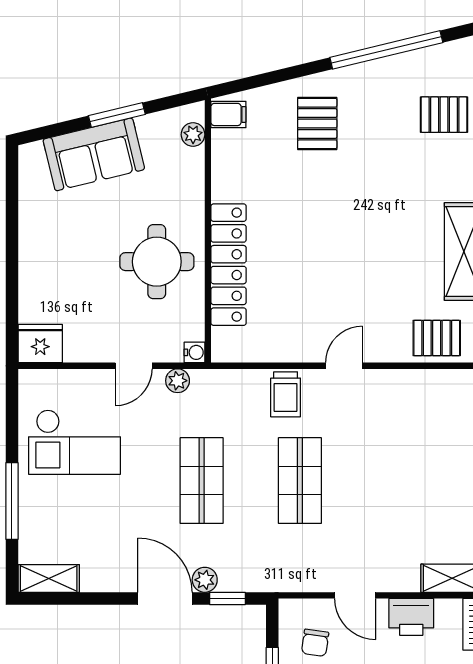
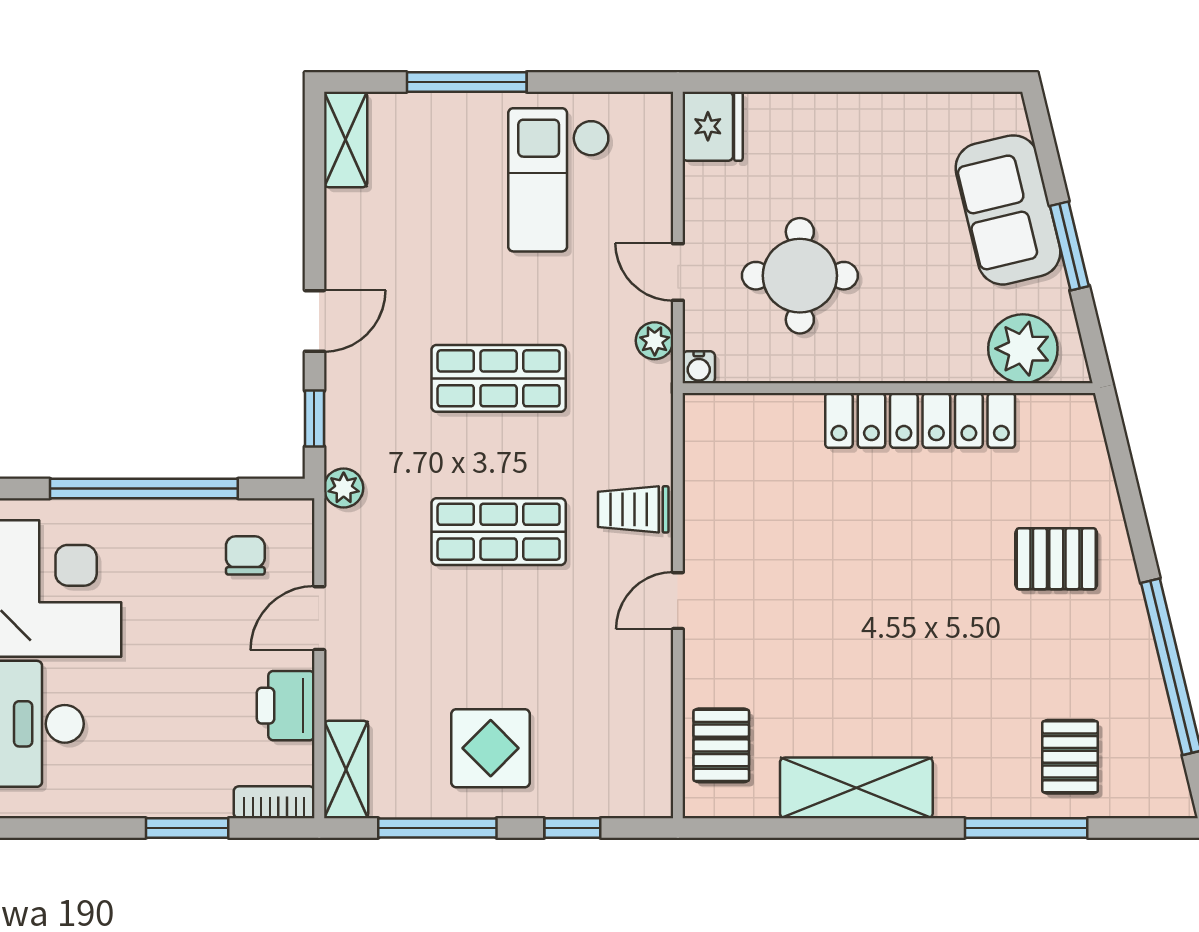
filing cabinet: (228, 114) -> (1070, 420), removed
plant: (193, 135) -> (1023, 349), width x1.87, depth x1.87
round table: (157, 262) -> (800, 276), moved
locker: (229, 265) -> (920, 420), moved
door: (344, 366) -> (678, 601), swing flipped
display table: (438, 486) -> (491, 748), added
plant: (205, 580) -> (344, 488), moved
door: (165, 598) -> (314, 321), width x0.73
chair: (315, 643) -> (245, 555), turned 82

